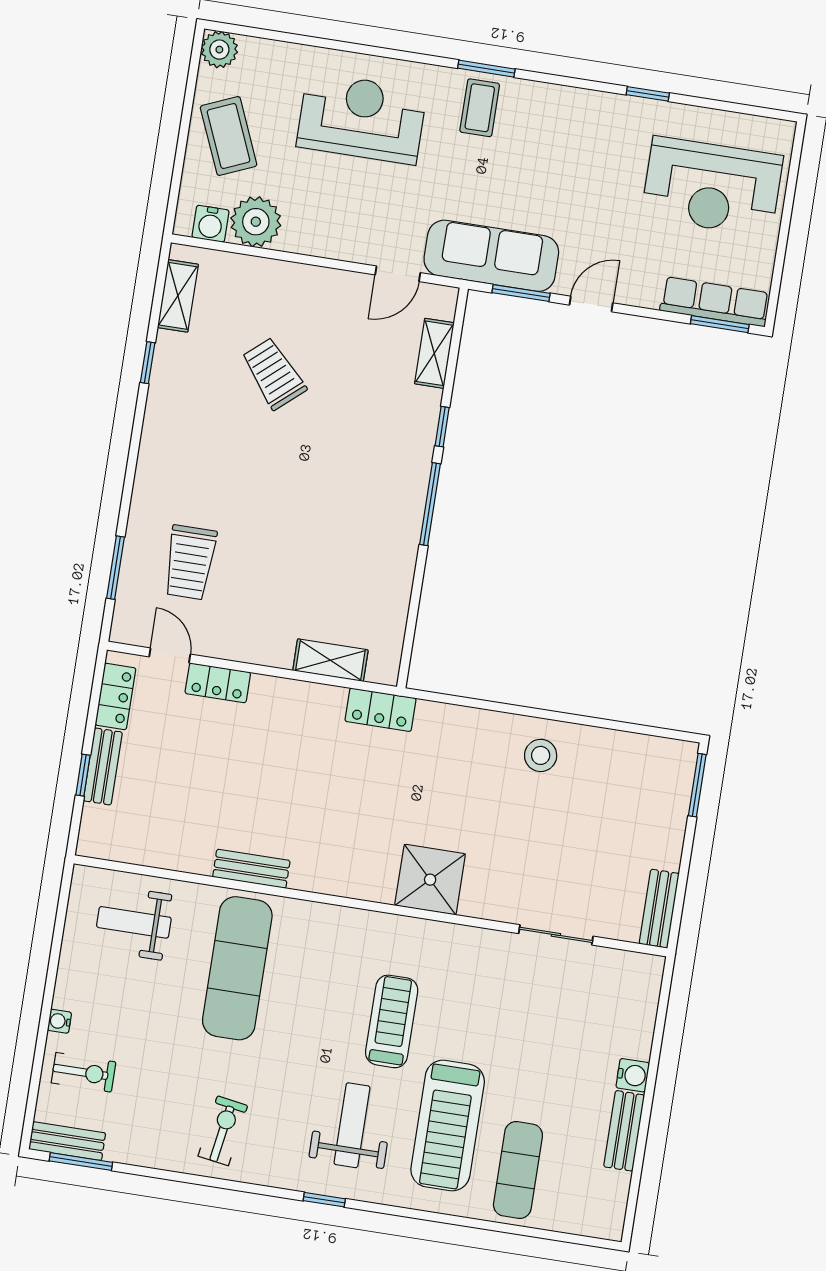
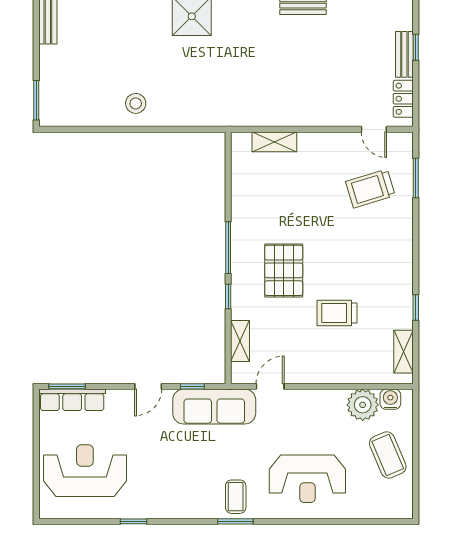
plant: (219, 50) -> (402, 507), removed
window: (521, 293) -> (192, 386), width x0.67
trolley: (274, 374) -> (337, 313), turned 131
pallet: (348, 454) -> (284, 270), added
trolley: (190, 562) -> (370, 189), turned -107
locker: (218, 683) -> (342, 117), removed
locker: (380, 710) -> (239, 116), removed

